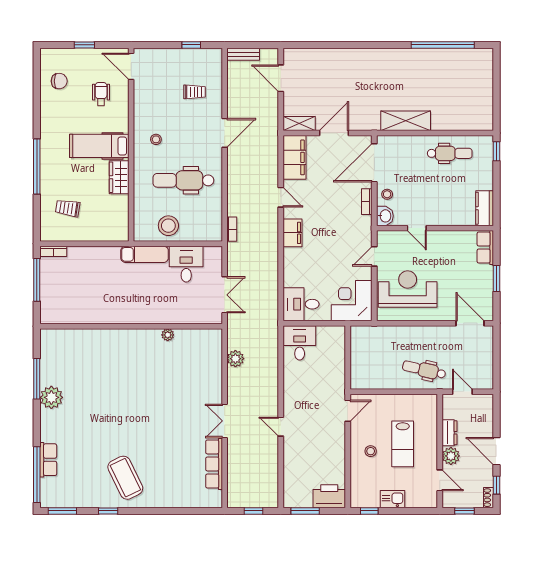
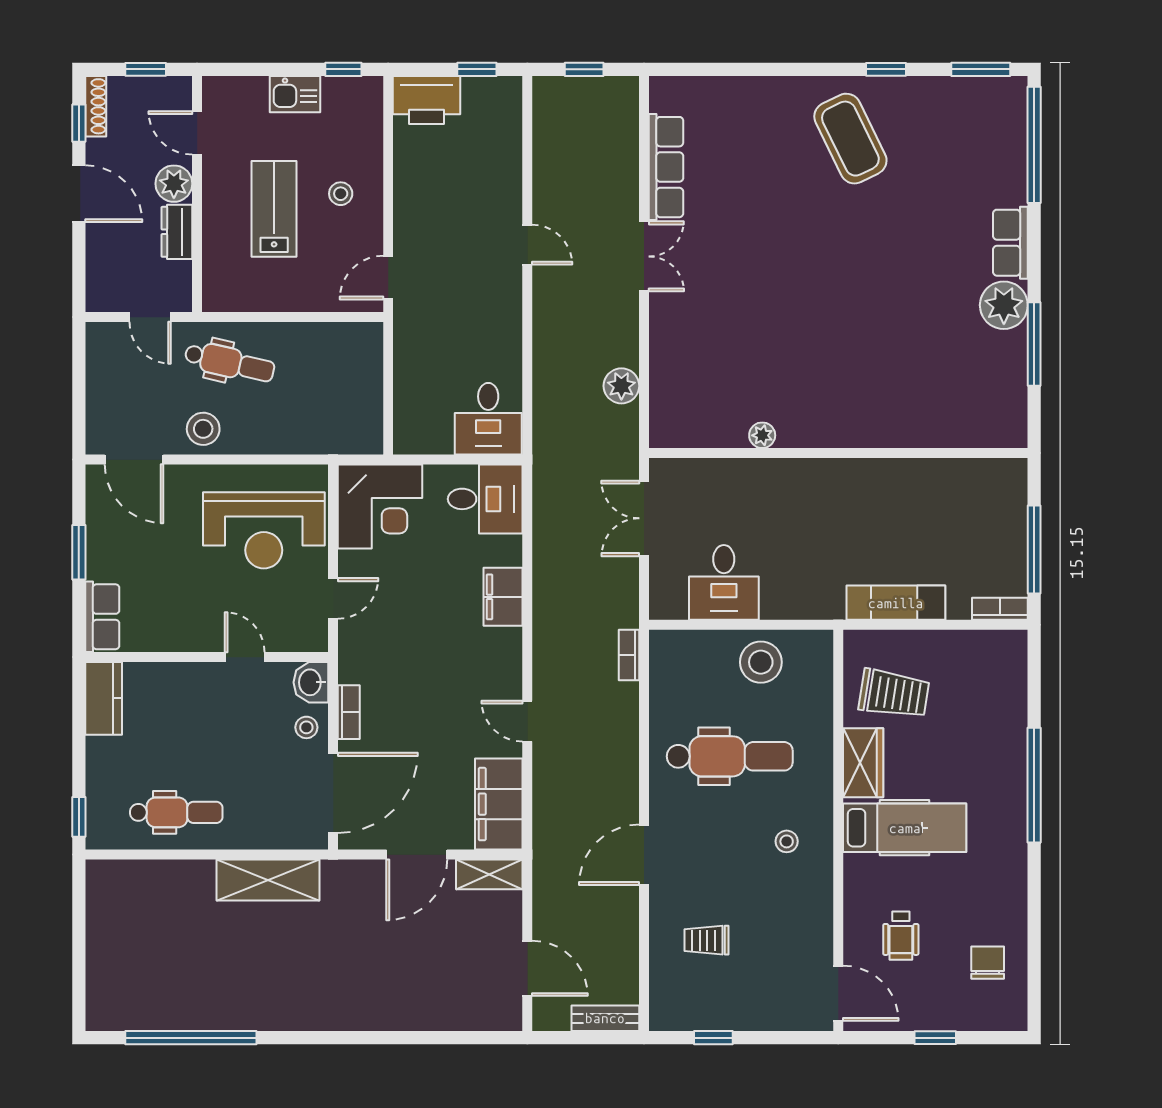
chair: (59, 81) -> (988, 963), turned 90
dental chair: (450, 153) -> (176, 812), turned 180
trolley: (68, 208) -> (894, 694), moved, width x1.36, depth x1.39
filing cabinet: (292, 233) -> (503, 597), moved
exam couch: (145, 254) -> (896, 603), moved
stool: (437, 338) -> (203, 429), added
row of seats: (48, 460) -> (1010, 243), moved
shoe rack: (489, 498) -> (96, 106), width x1.43
window: (305, 511) -> (477, 69), width x0.67

